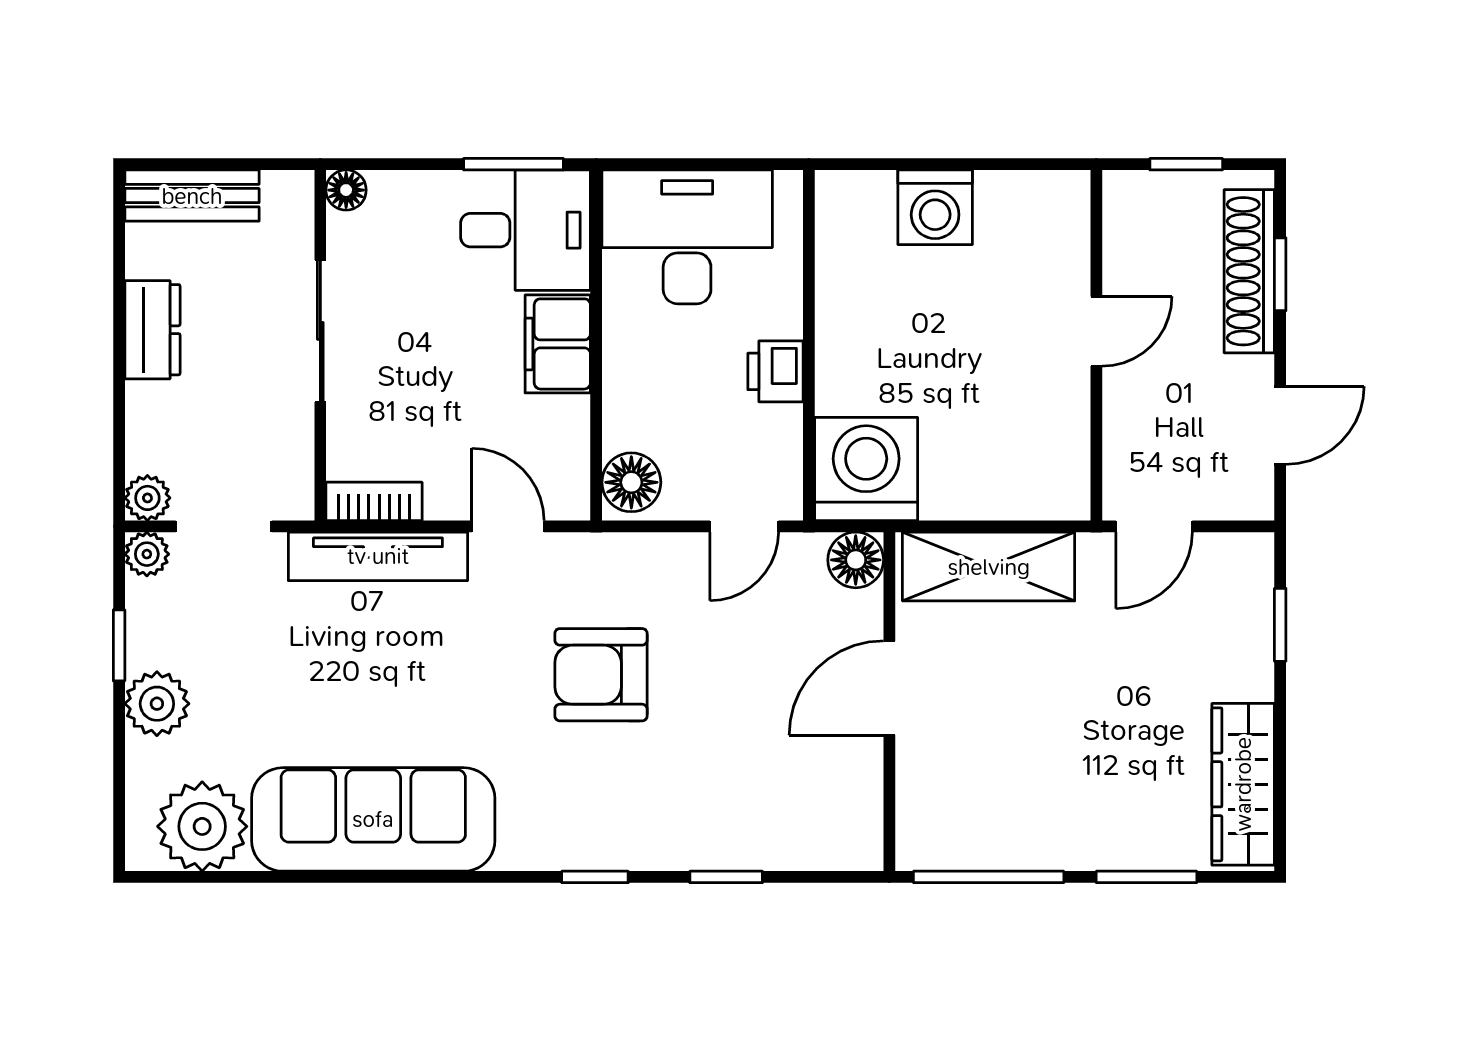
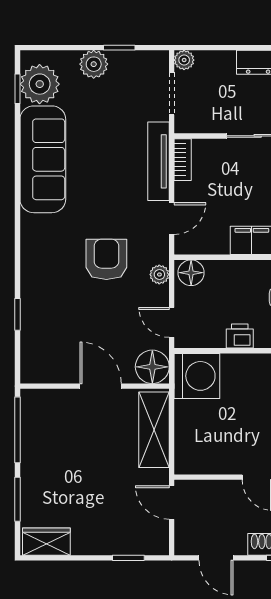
plant: (147, 554) -> (159, 274), moved
floor lamp: (856, 560) -> (152, 367), width x1.38, depth x1.38
wardrobe: (1243, 784) -> (46, 542), width x0.67
window: (595, 877) -> (18, 89), moved

